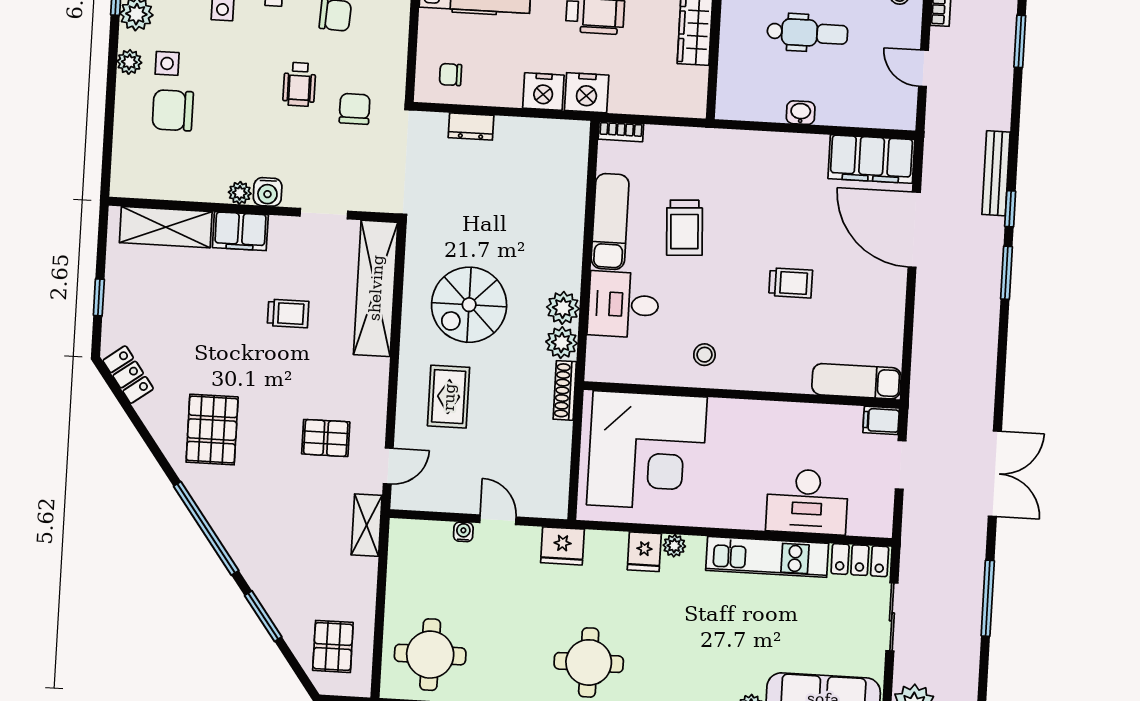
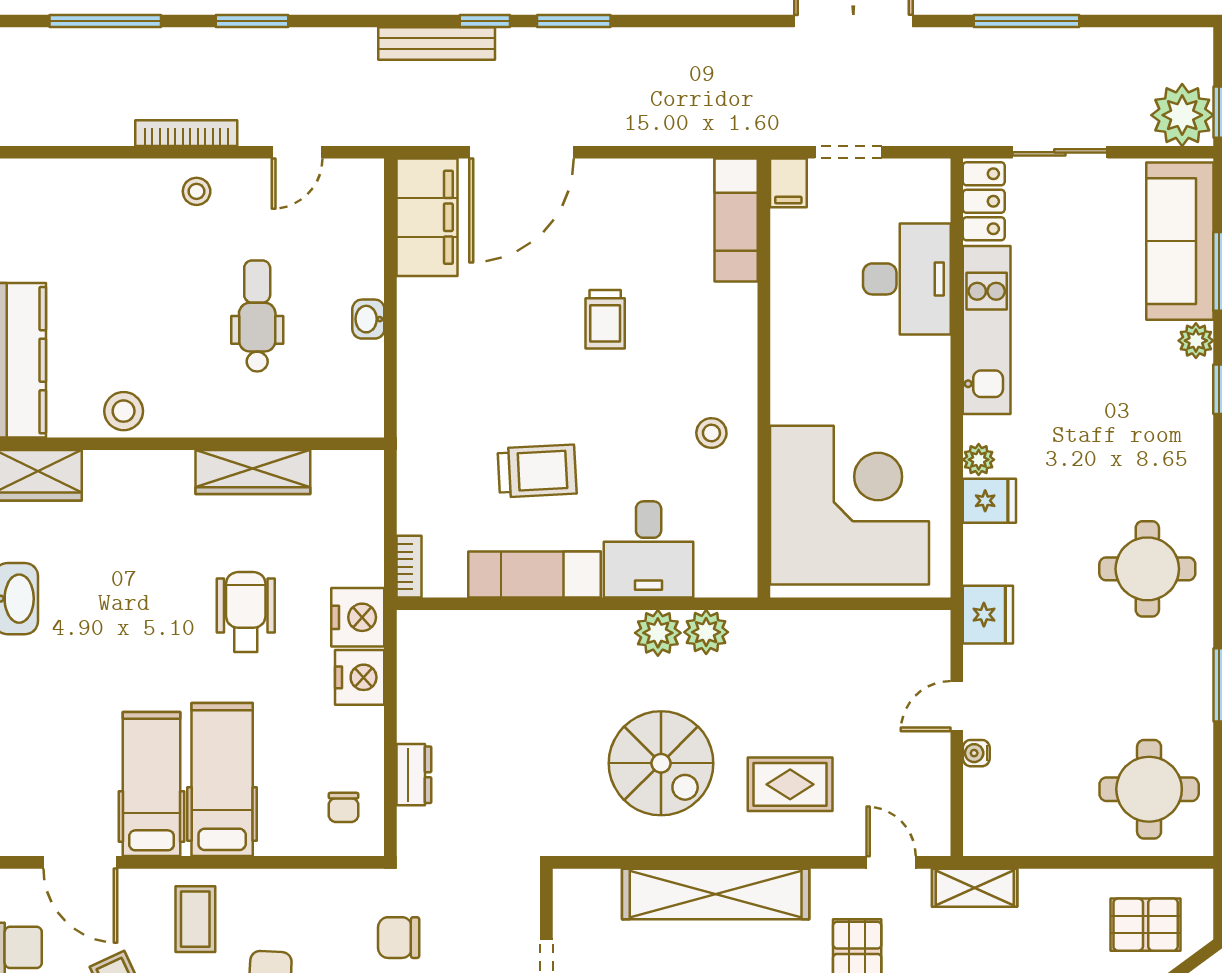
trolley: (791, 283) -> (605, 319), turned 180
shelving: (376, 288) -> (716, 894), moved
shoe rack: (565, 390) -> (772, 624), removed

